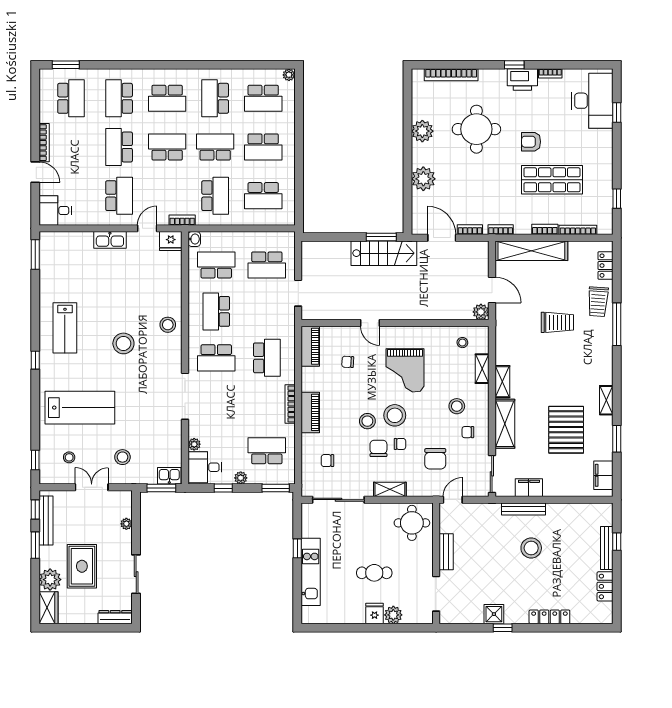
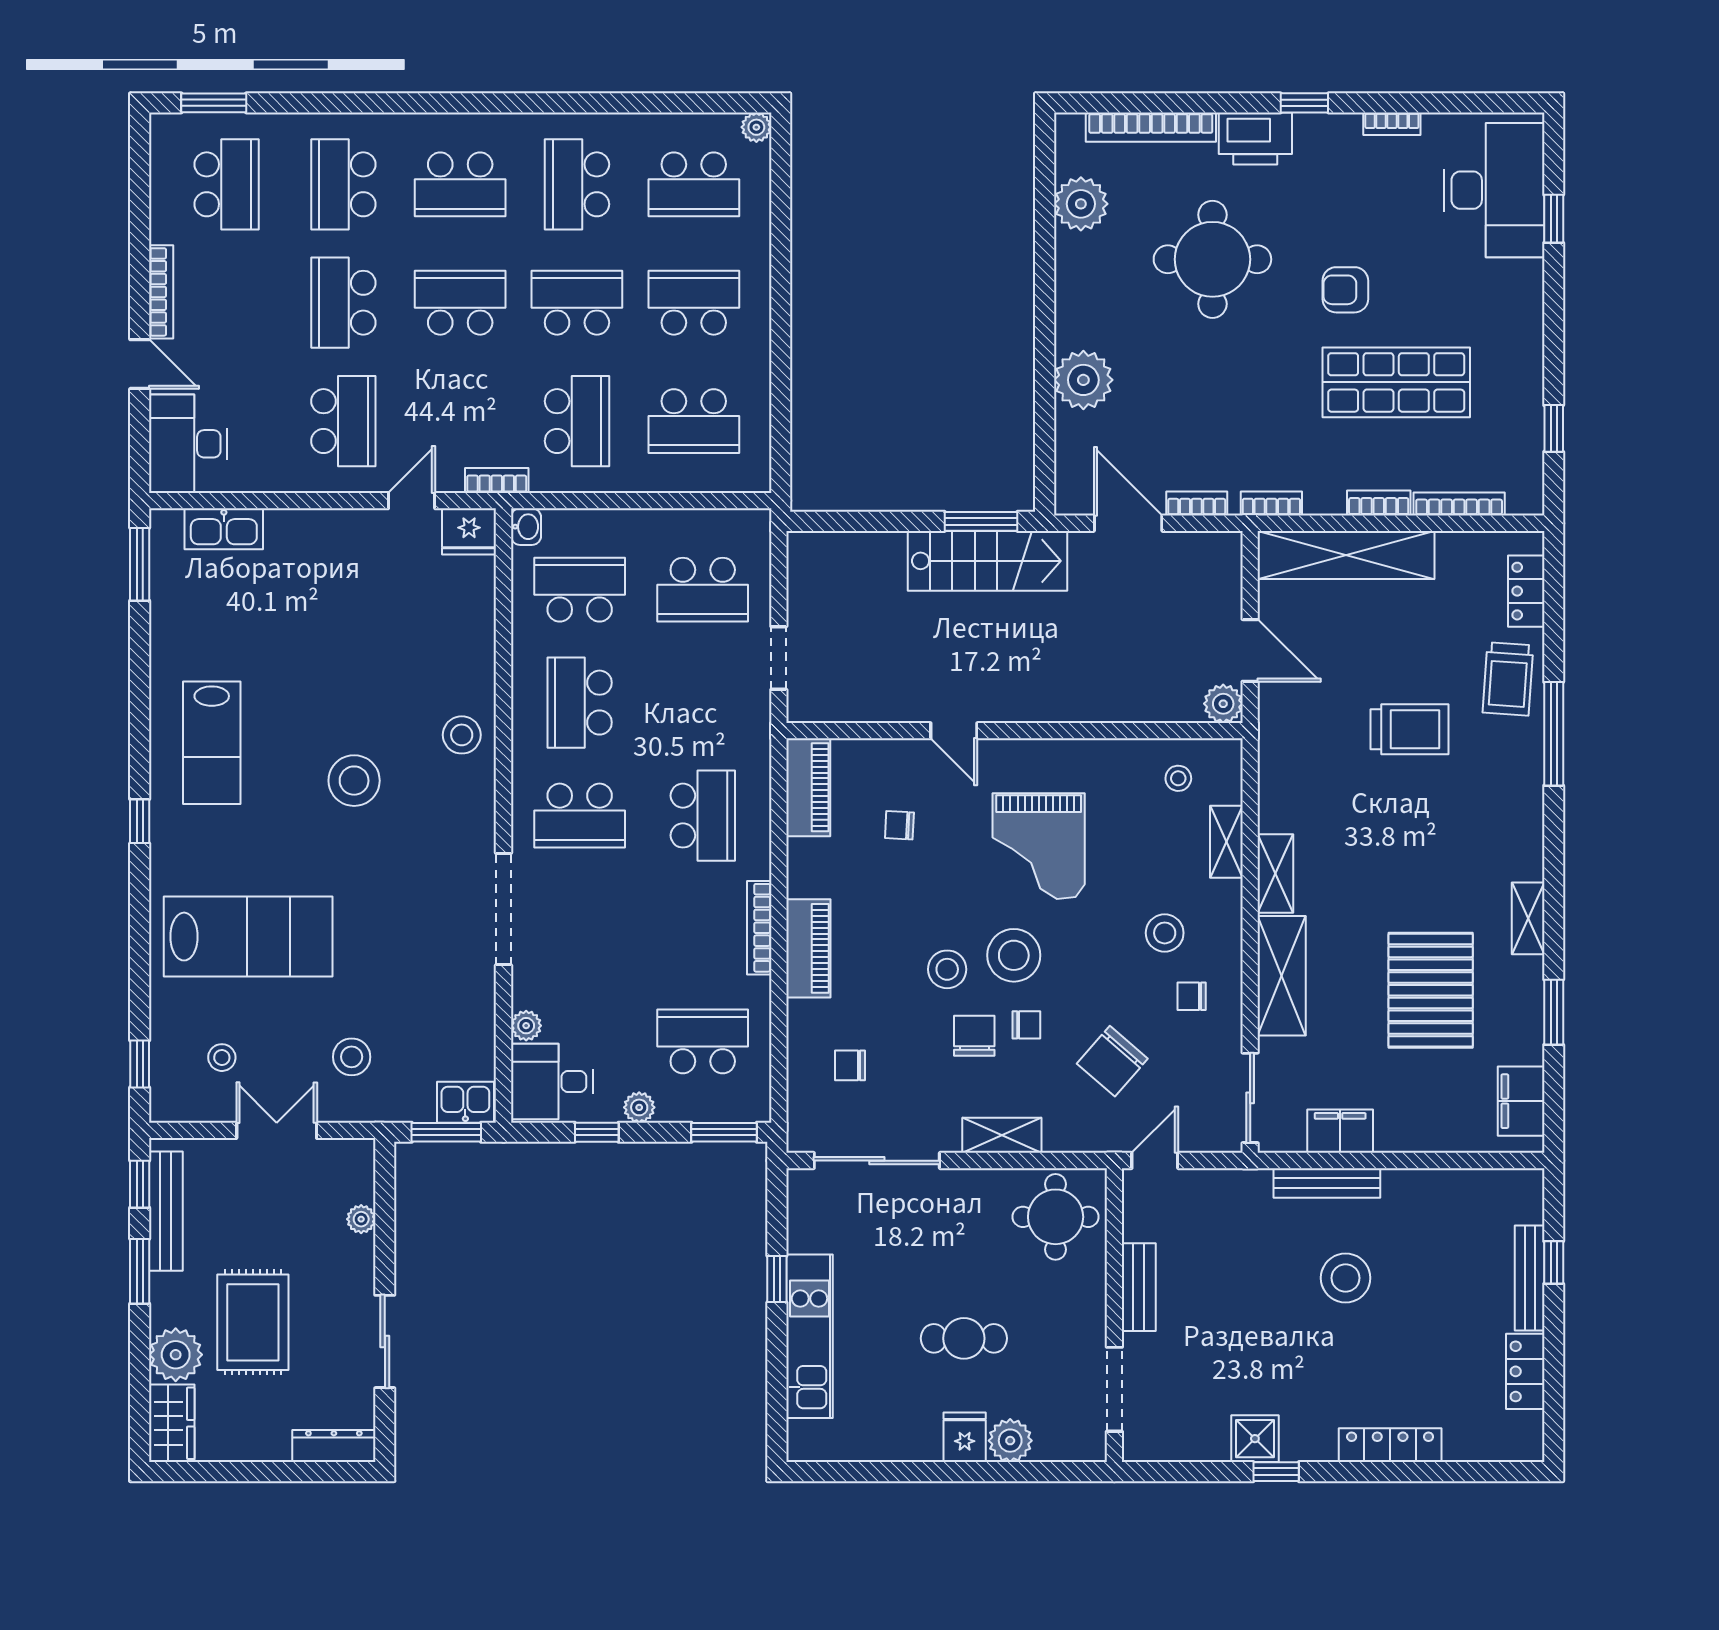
printer: (522, 79) -> (1255, 139), moved
plant: (422, 131) -> (1081, 204), moved
school desk: (263, 147) -> (694, 303), turned 180
desk: (55, 211) -> (188, 444), width x1.37
kitchen sink: (110, 240) -> (224, 529), moved
chair: (435, 459) -> (1112, 1061), turned 41

